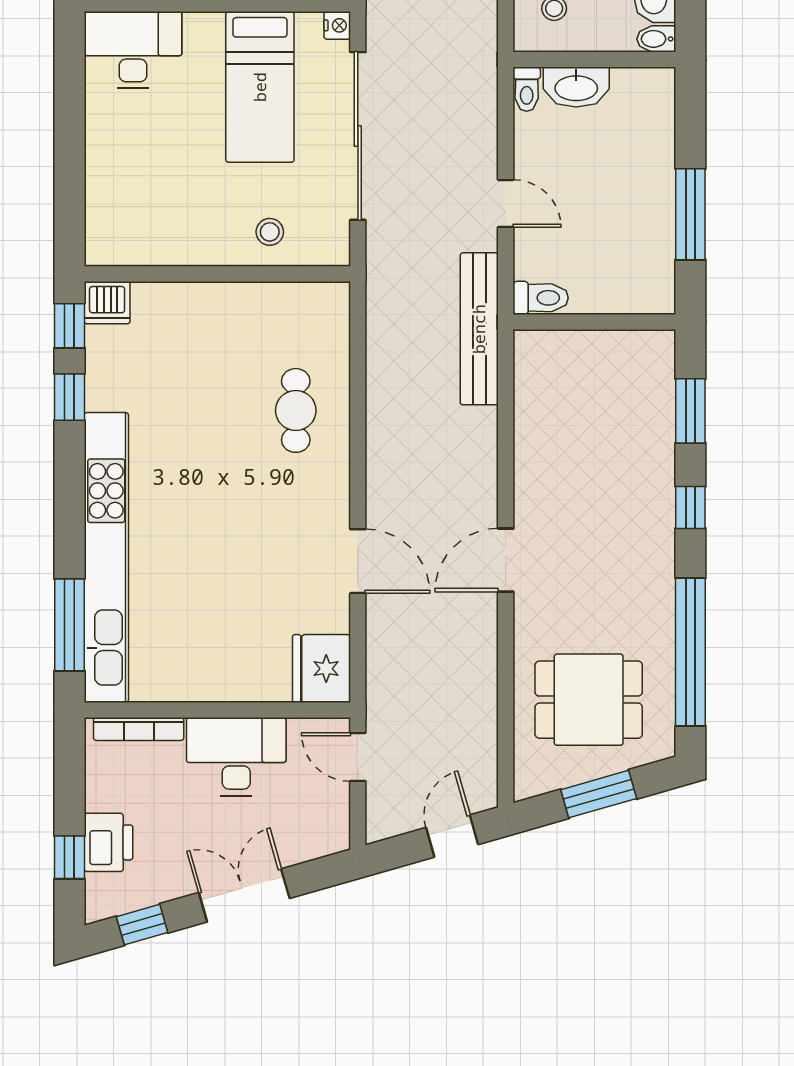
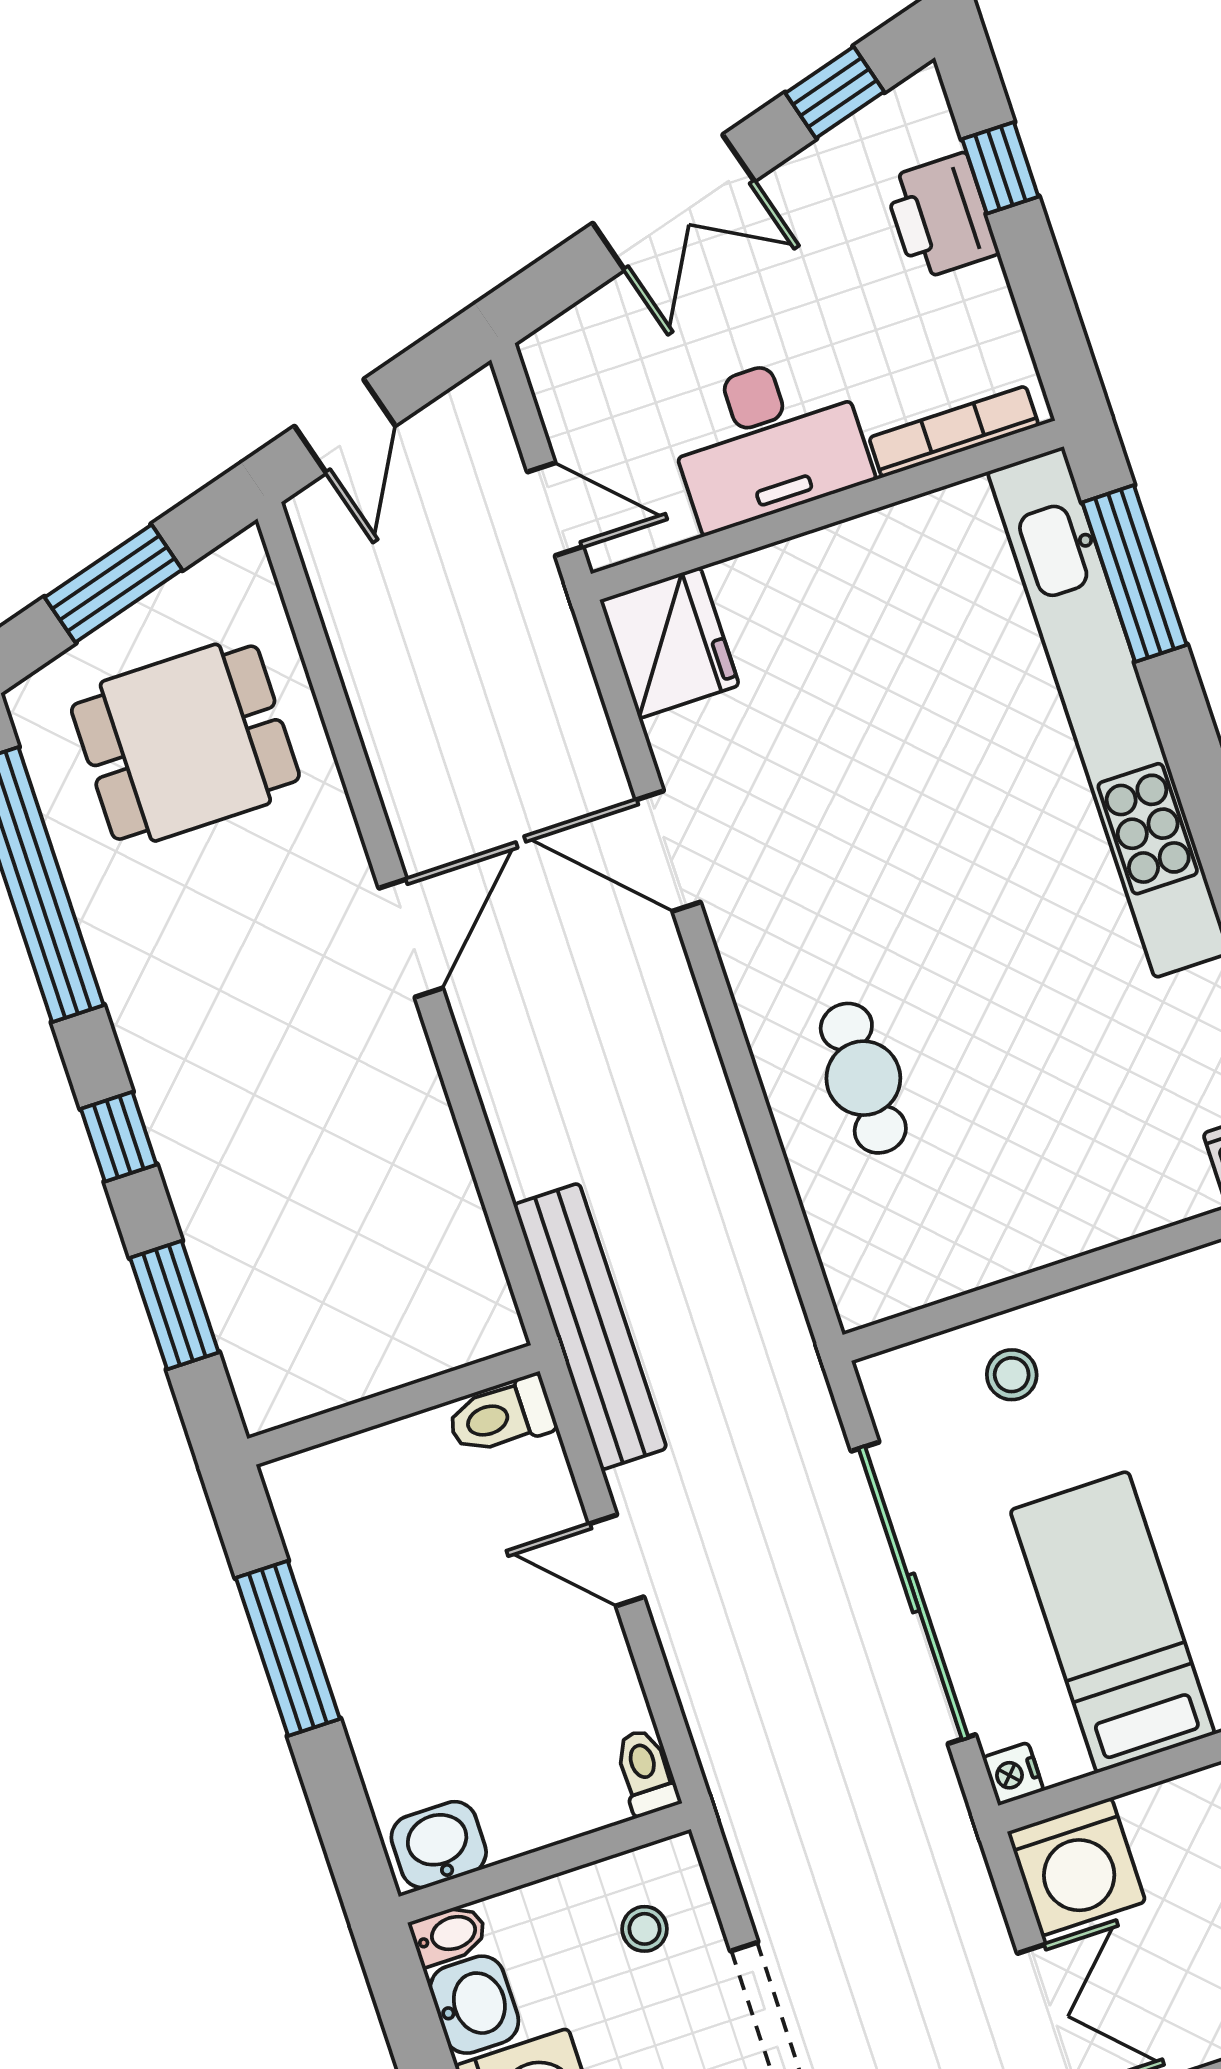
washbasin: (576, 87) -> (439, 1845), moved, width x0.72

